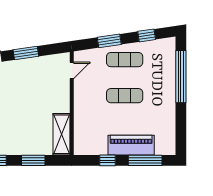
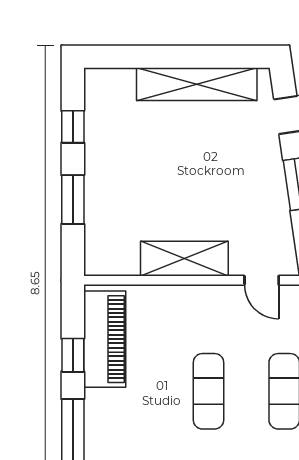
shelving: (61, 134) -> (184, 259), moved
piano: (131, 145) -> (105, 339), moved

